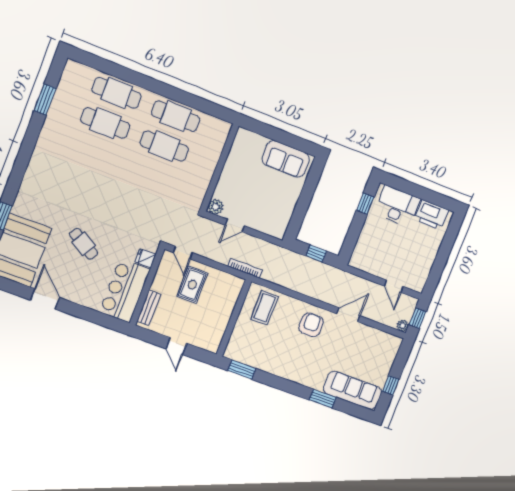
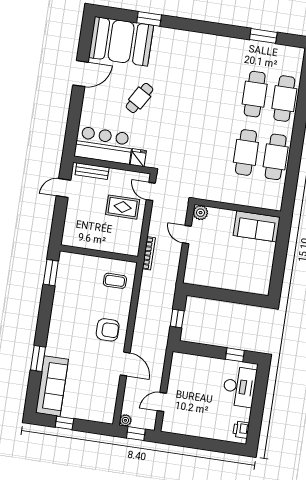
sofa: (286, 159) -> (257, 226), moved, turned -90
printer: (432, 215) -> (241, 430), width x0.53, depth x0.68
door: (183, 253) -> (151, 191), hinge flipped
coffee table: (264, 308) -> (115, 281), width x0.73, depth x0.77
door: (176, 346) -> (63, 188), moved

